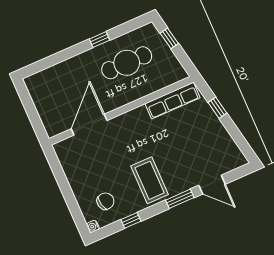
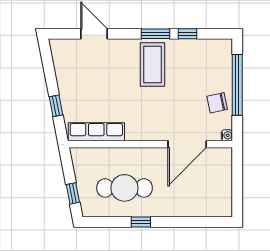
window: (68, 195) -> (237, 85), added
window: (180, 199) -> (155, 34), moved
chair: (105, 201) -> (217, 103), moved
water cooler: (93, 226) -> (227, 135), moved

